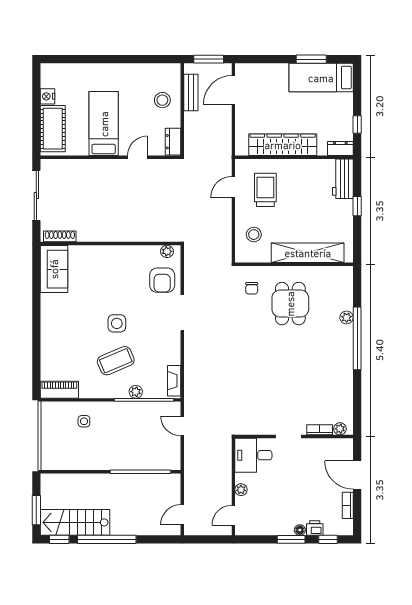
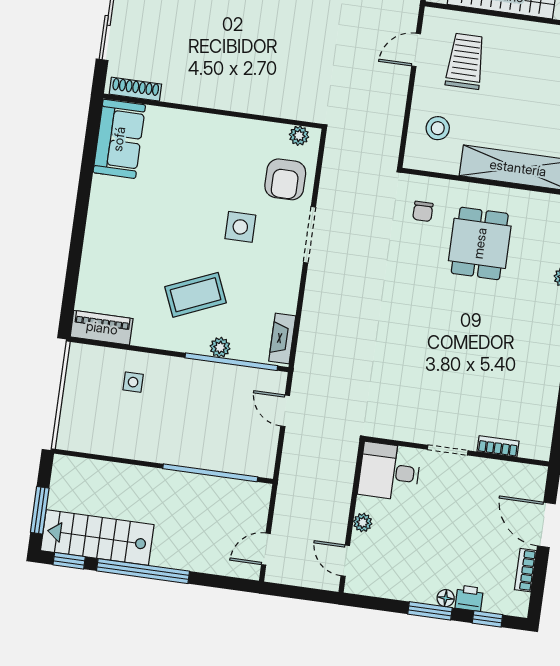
side table: (117, 323) -> (240, 227), moved
plant: (340, 429) -> (530, 449), removed
door: (233, 515) -> (345, 561), hinge flipped

